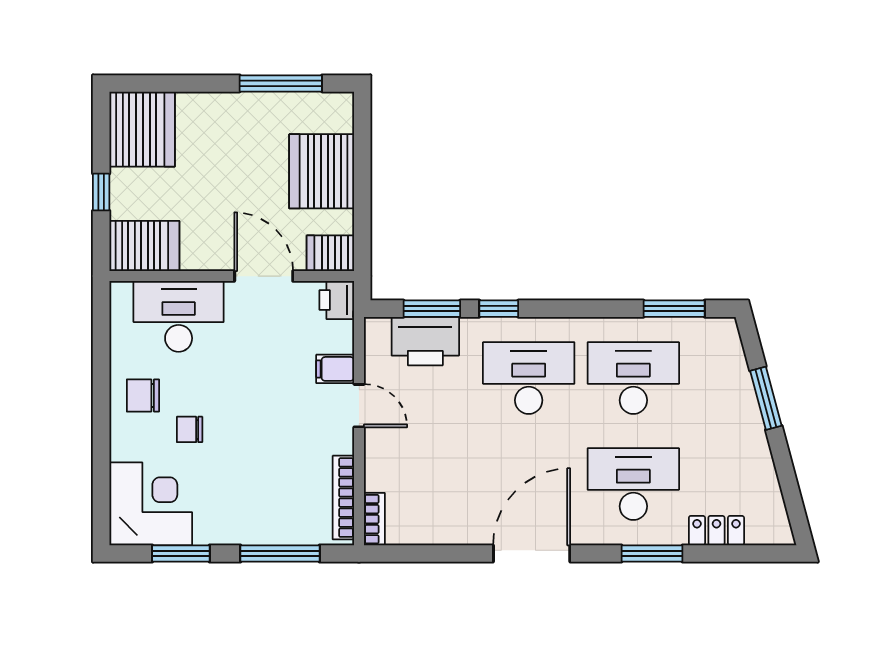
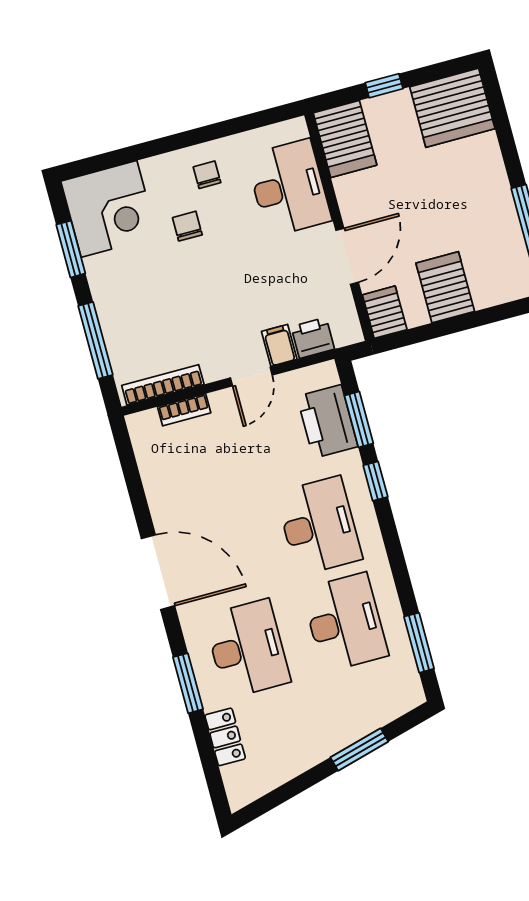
server rack: (322, 171) -> (445, 287), width x0.62
printer: (337, 300) -> (313, 338), moved
chair: (143, 396) -> (207, 175), width x0.73, depth x0.73
bookcase: (374, 519) -> (184, 410), moved

